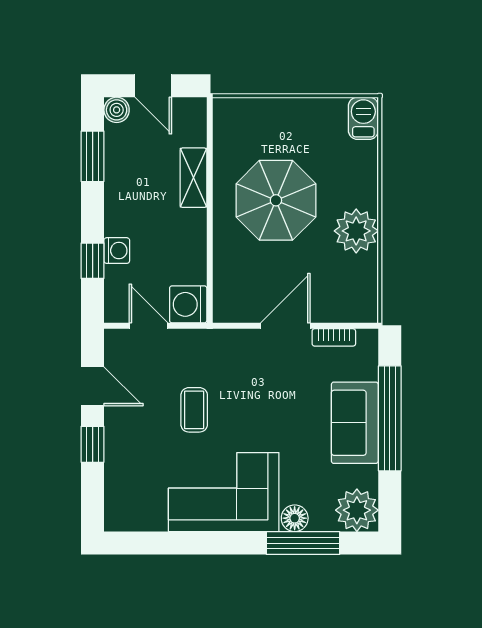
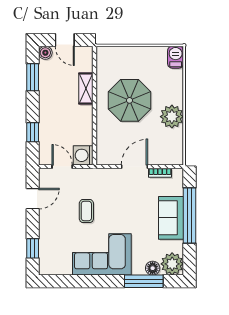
washing machine: (117, 251) -> (45, 127), removed
door: (93, 386) -> (33, 199), hinge flipped
window: (93, 444) -> (33, 248), moved
floor lamp: (295, 518) -> (153, 268), moved

